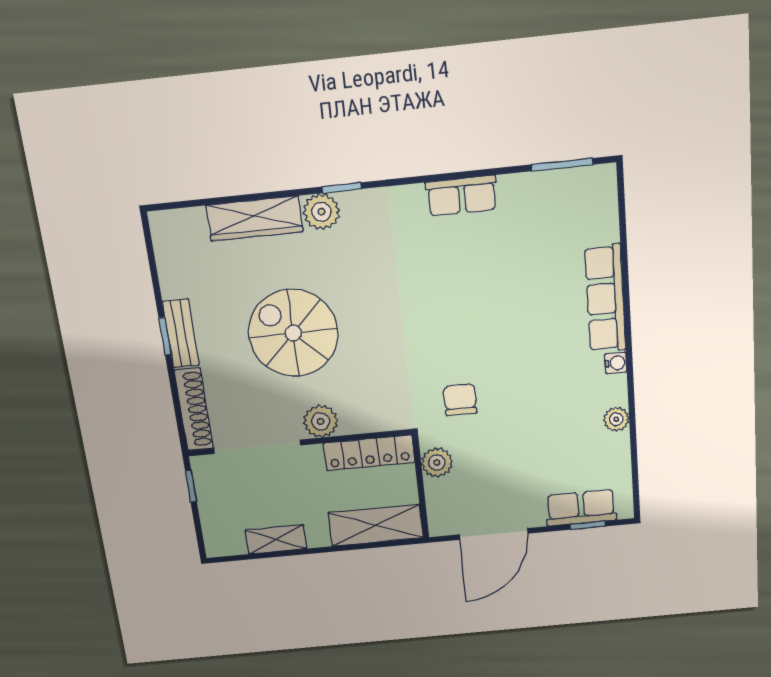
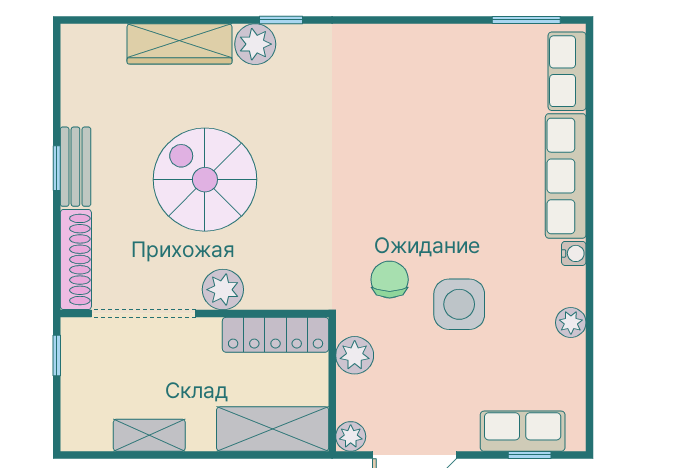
row of seats: (462, 196) -> (567, 71), moved, turned 90
side table: (521, 414) -> (459, 304), added
plant: (440, 525) -> (351, 436), added

